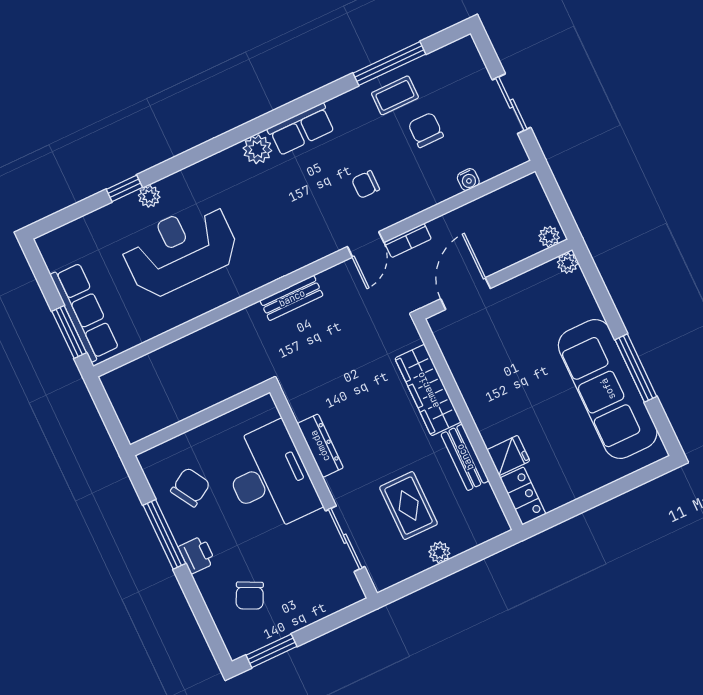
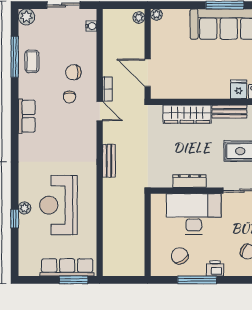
chair: (426, 130) -> (73, 72), moved
plant: (257, 149) -> (26, 17), moved
water cooler: (468, 180) -> (91, 26), moved

